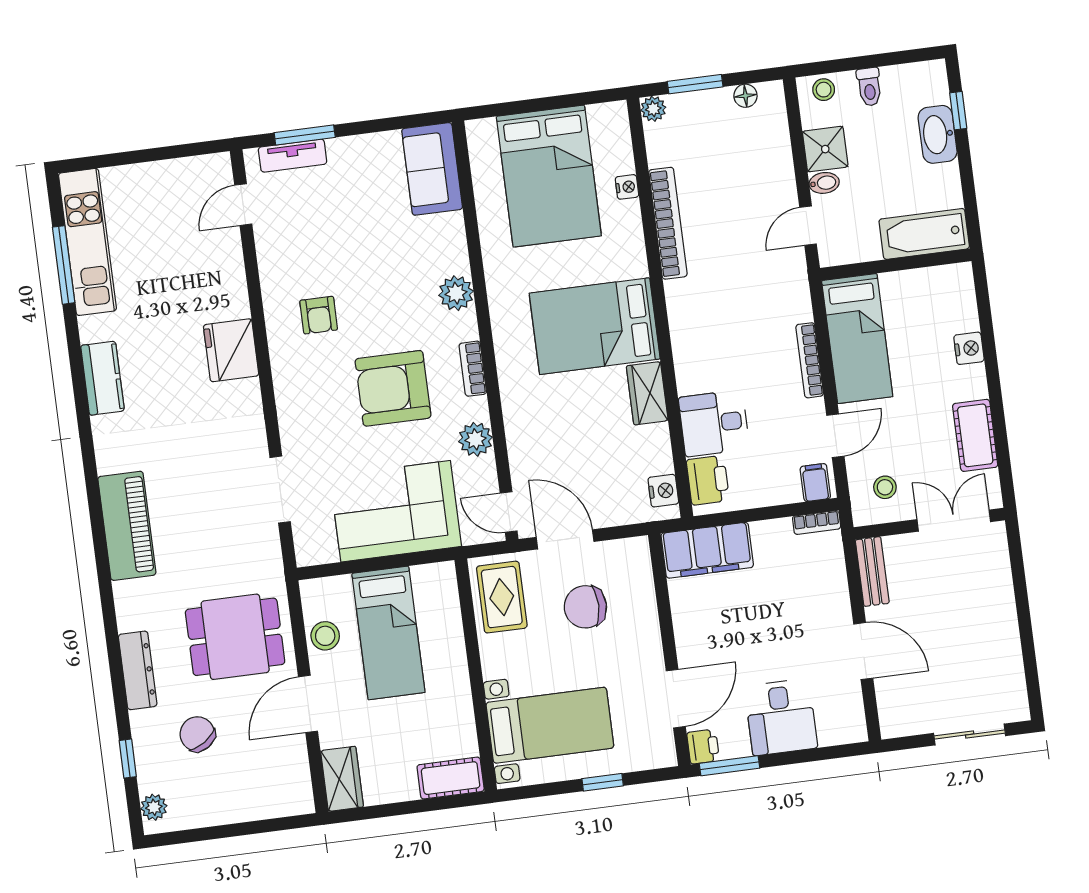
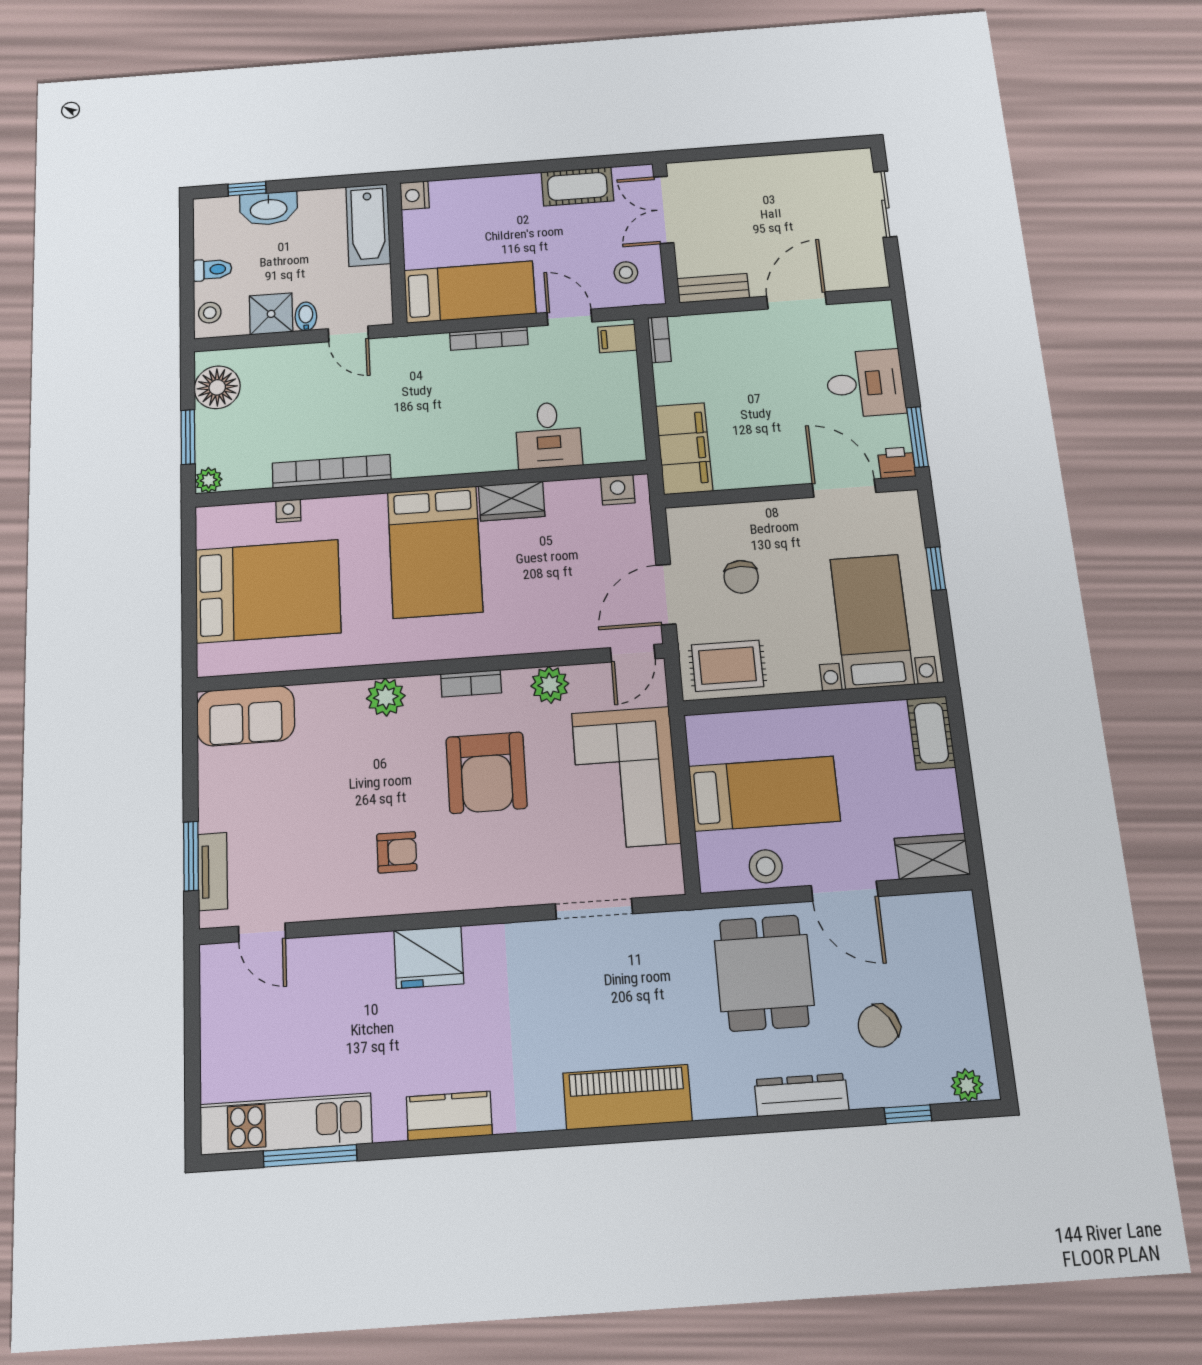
floor lamp: (745, 96) -> (217, 387), width x1.89, depth x1.89
nightstand: (969, 348) -> (415, 195), moved, turned -90
printer: (708, 480) -> (609, 444), removed
chair: (585, 607) -> (741, 577), width x0.73, depth x0.73

